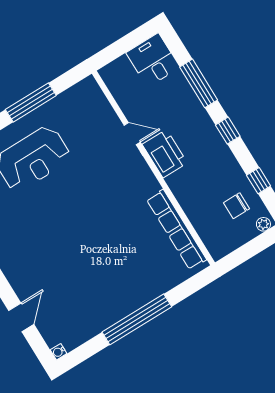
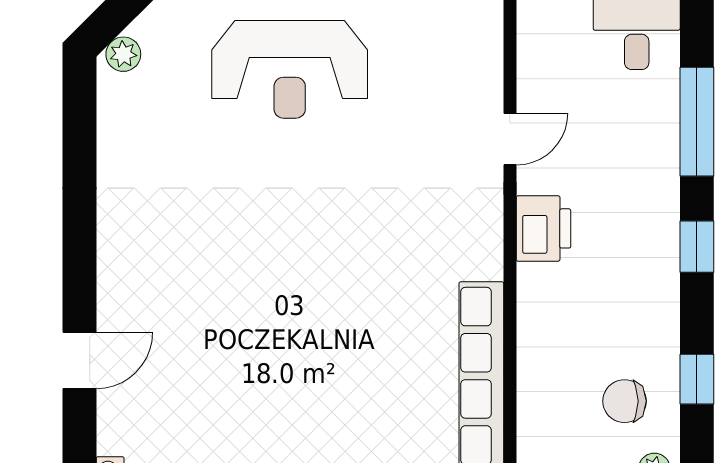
door: (132, 134) -> (510, 139), hinge flipped
printer: (165, 154) -> (543, 228), width x0.73, depth x0.84

